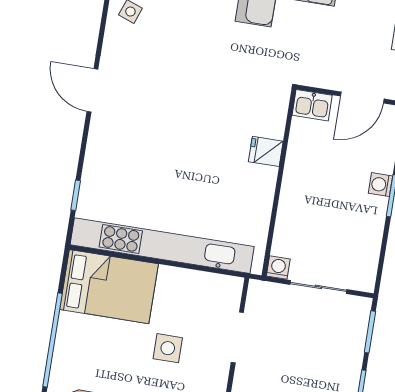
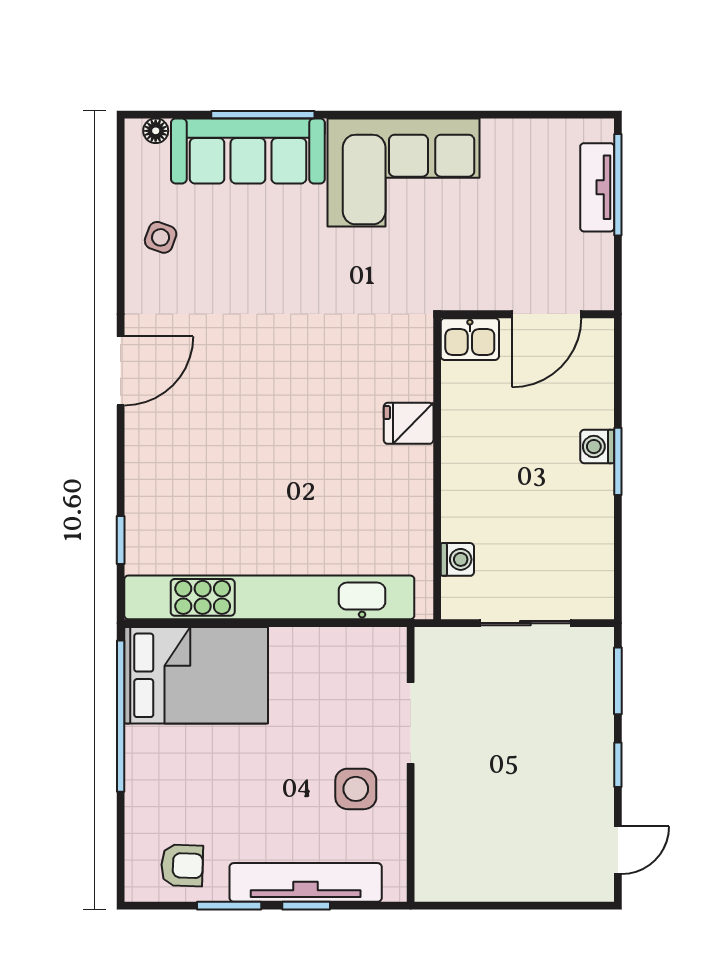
door: (92, 90) -> (121, 371), swing flipped
washing machine: (278, 268) -> (457, 559), moved, turned 90
window: (52, 340) -> (121, 716), moved
side table: (168, 348) -> (356, 789), moved

